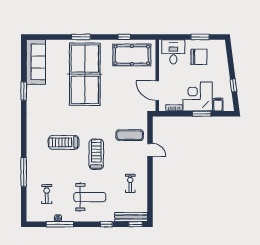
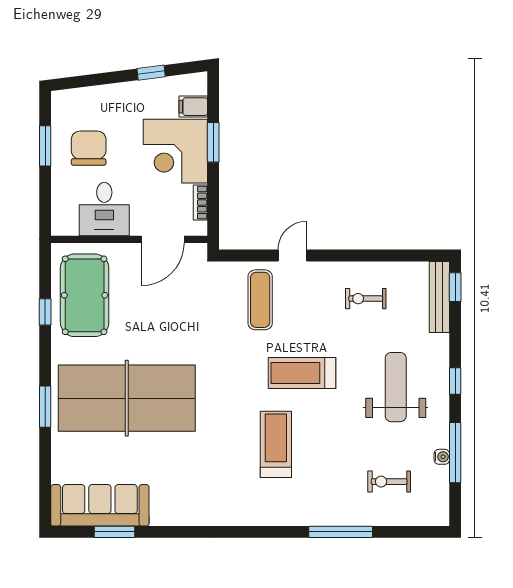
desk: (173, 52) -> (104, 209), moved, turned -90
window: (24, 91) -> (115, 532), moved
treadmill: (64, 142) -> (276, 444), turned 180
window: (106, 224) -> (455, 381), moved

